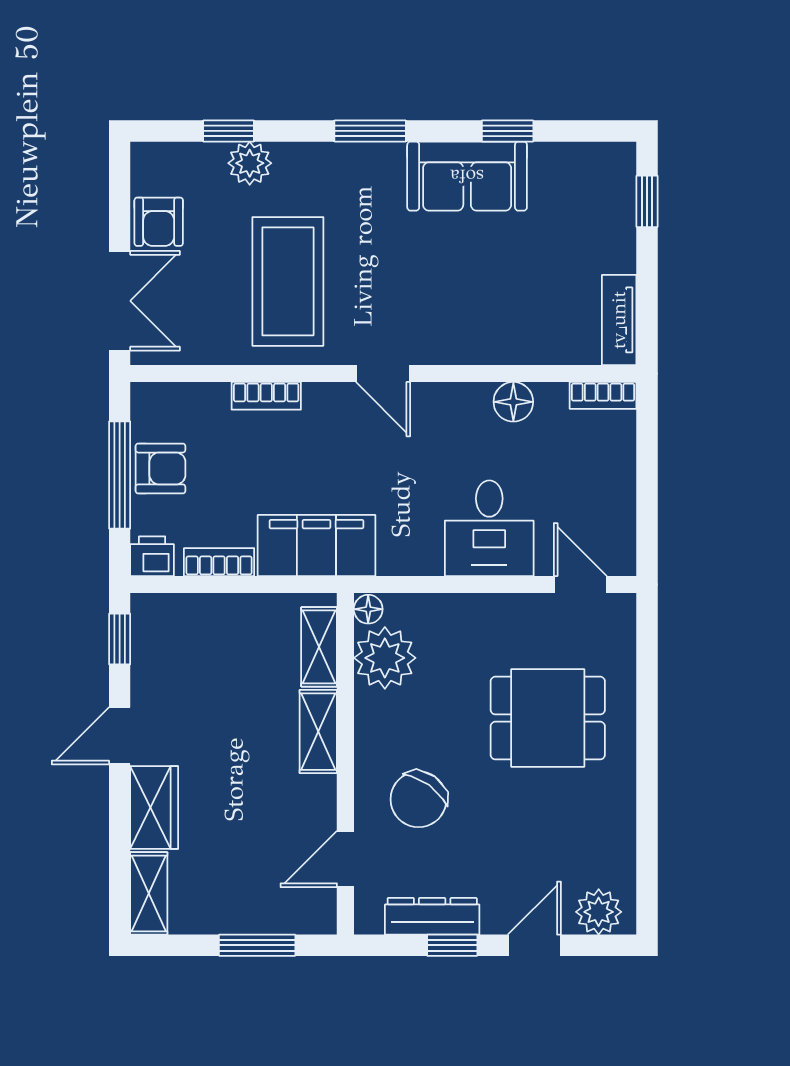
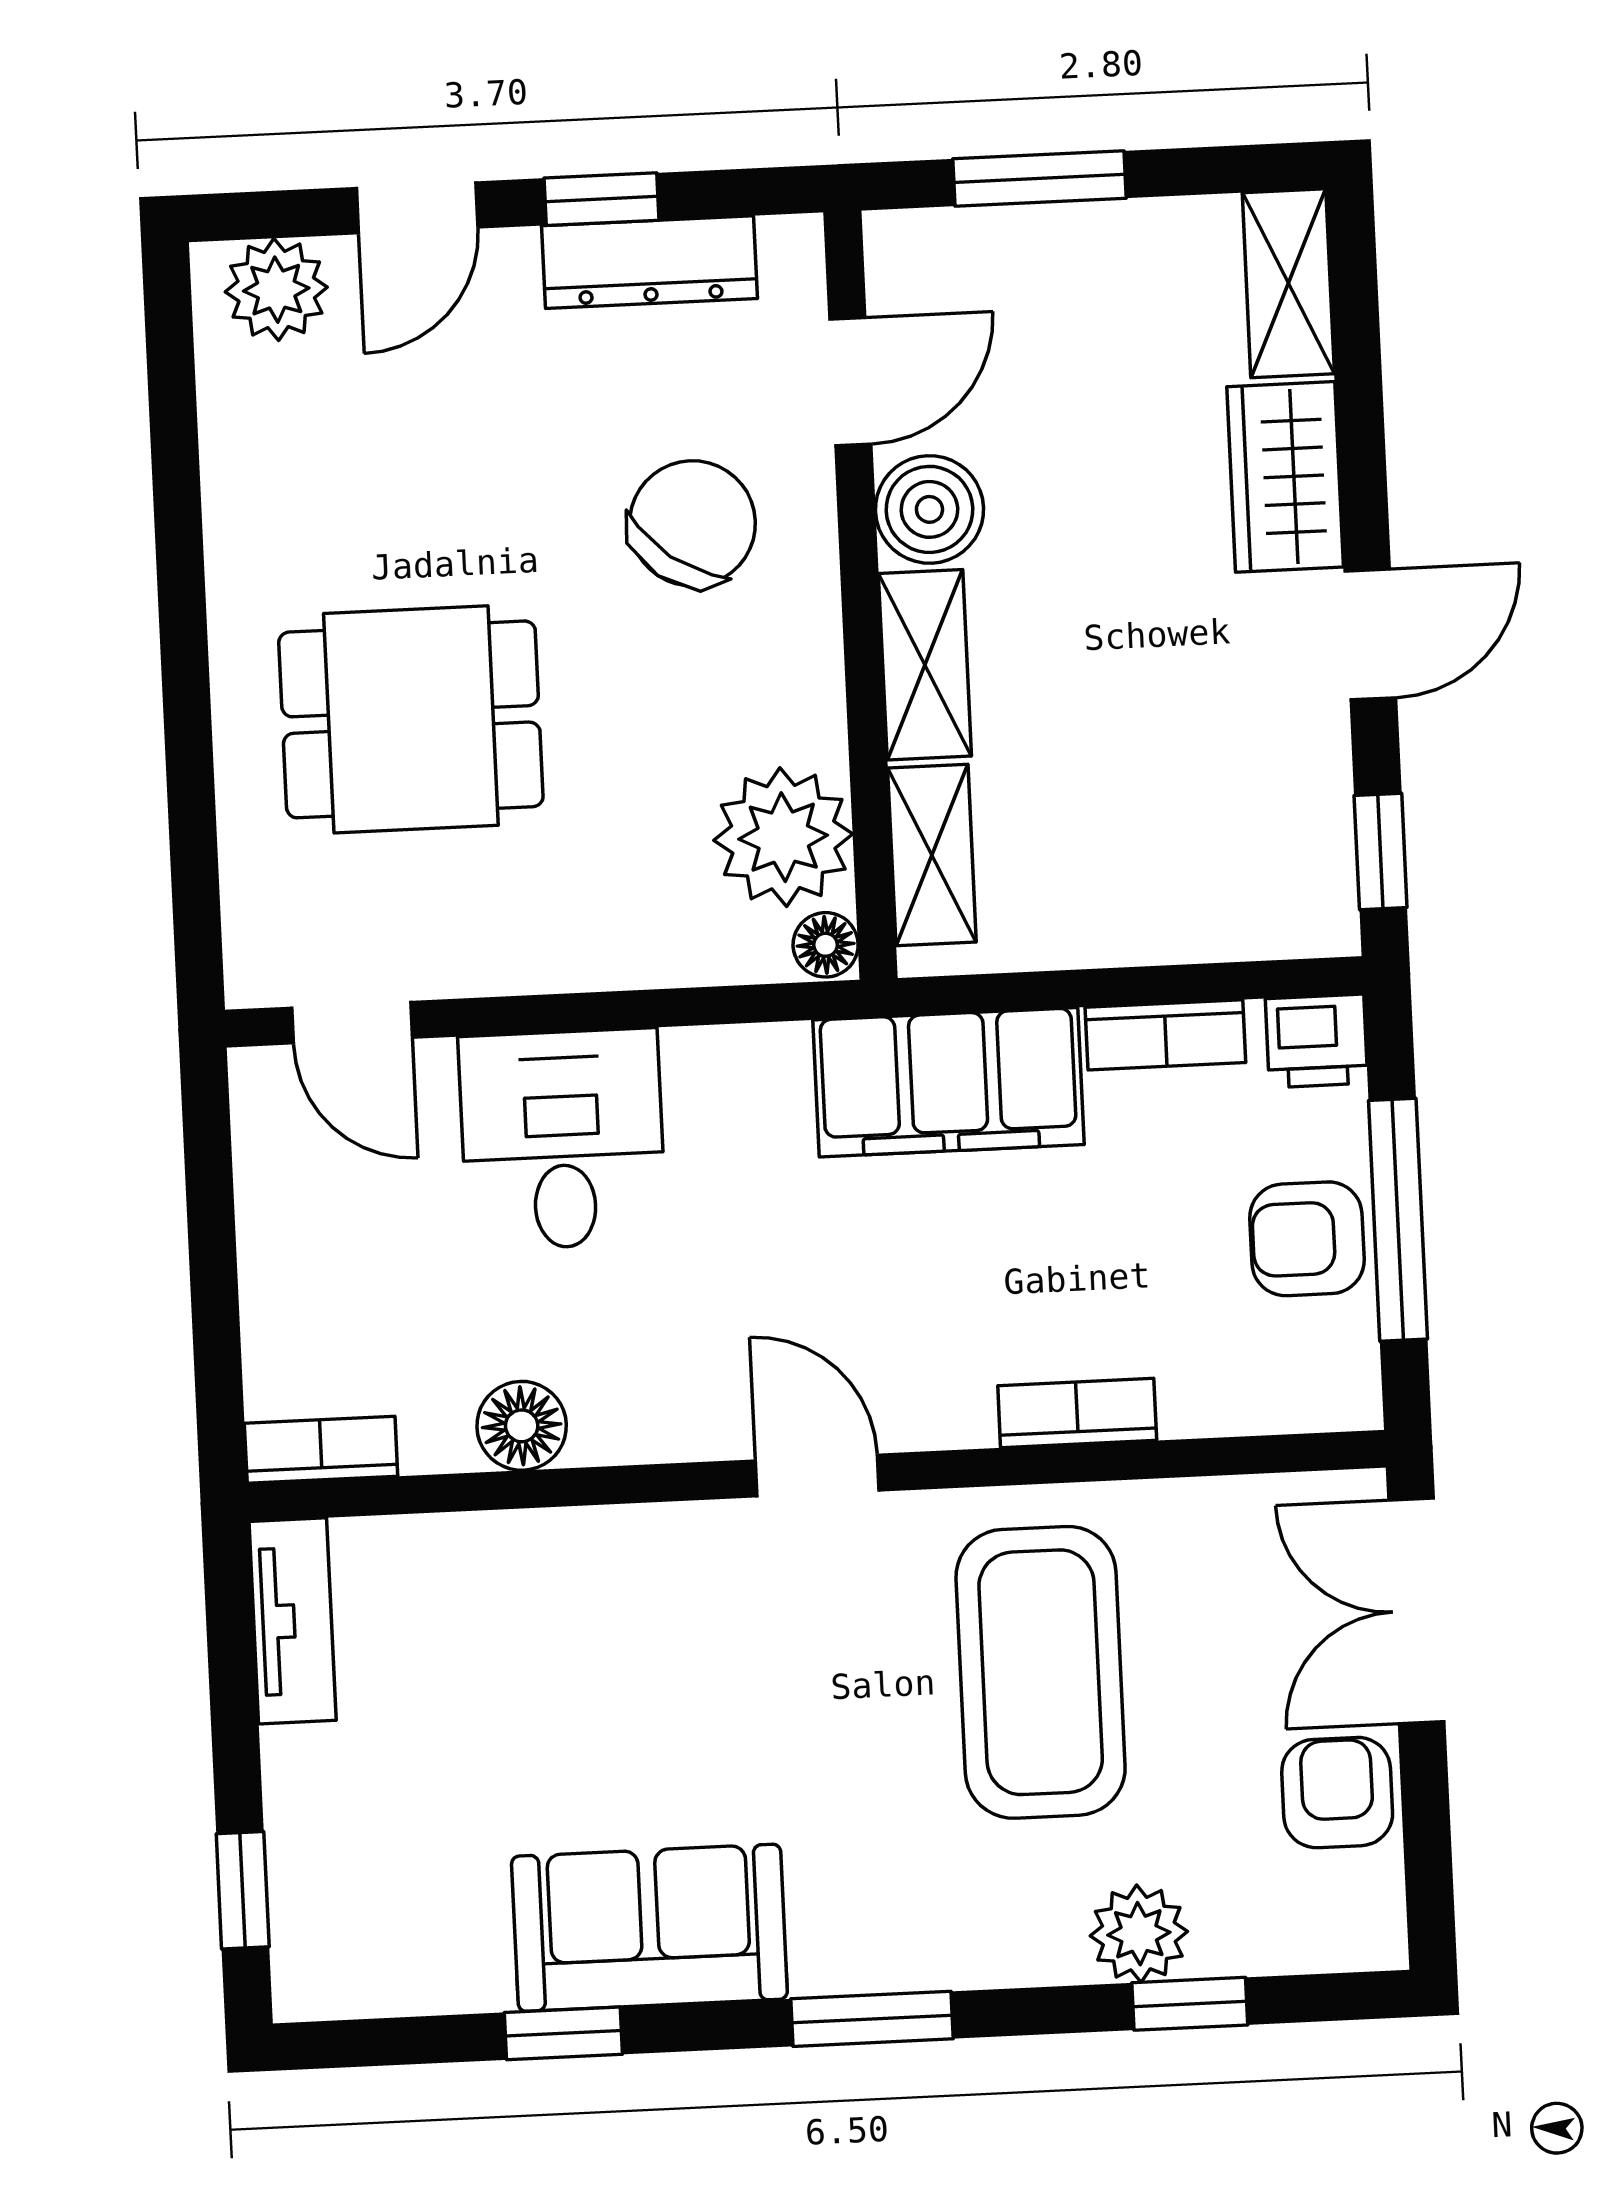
boiler: (313, 800) -> (929, 509), added

